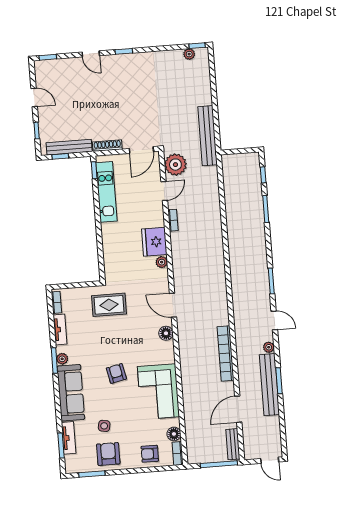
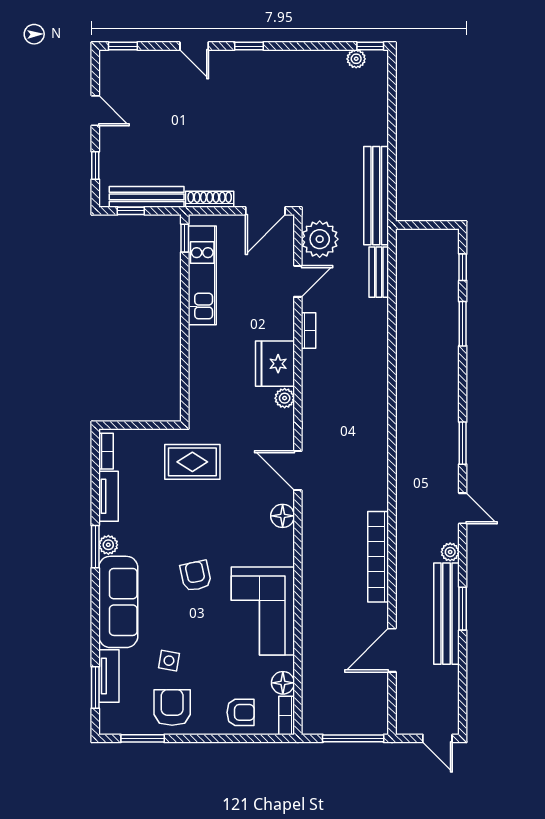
bench: (233, 444) -> (379, 272), moved
armchair: (150, 454) -> (241, 712), turned 180

